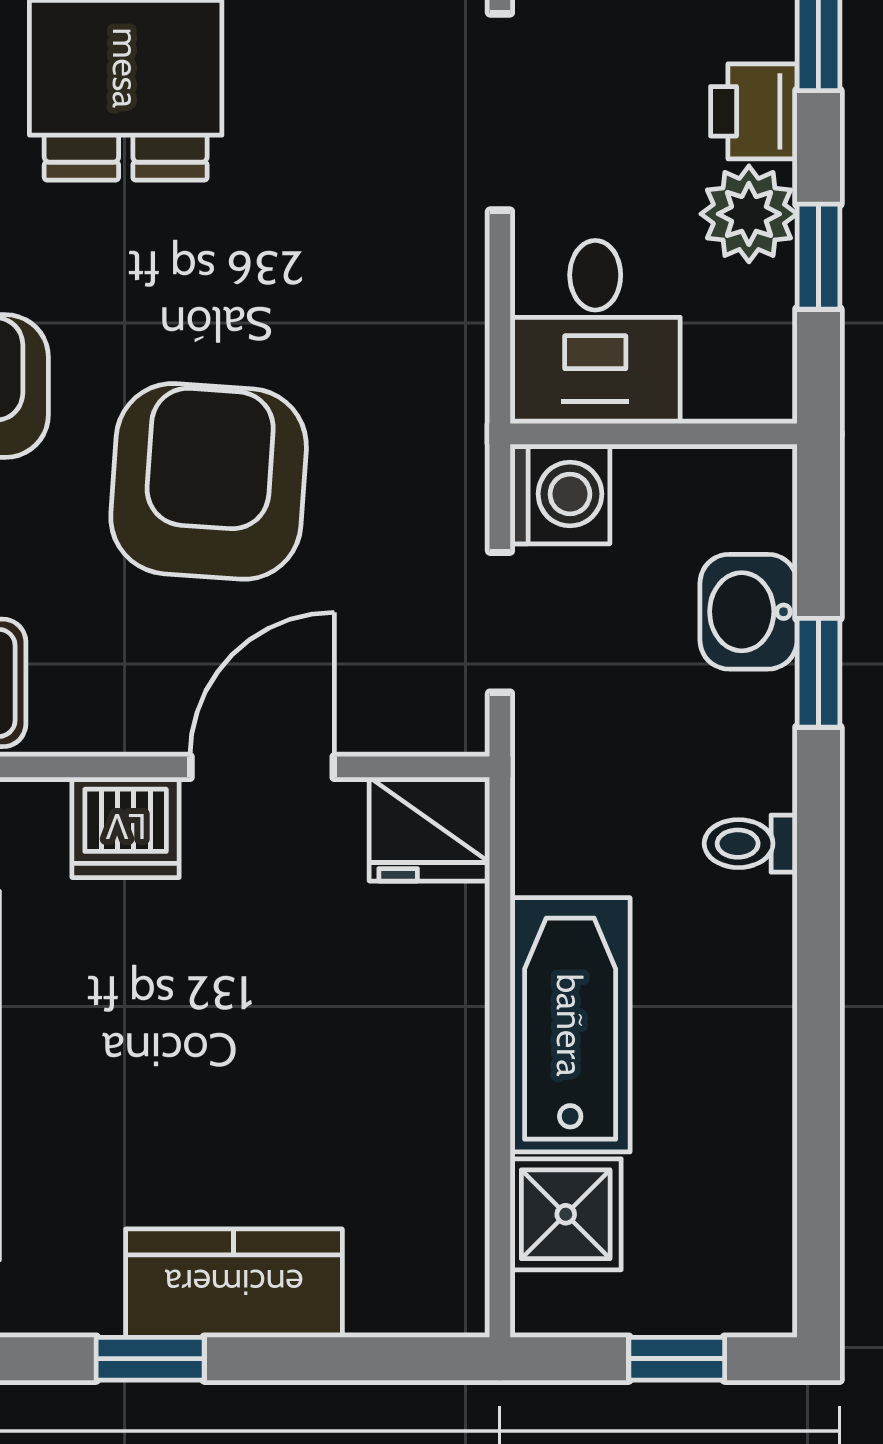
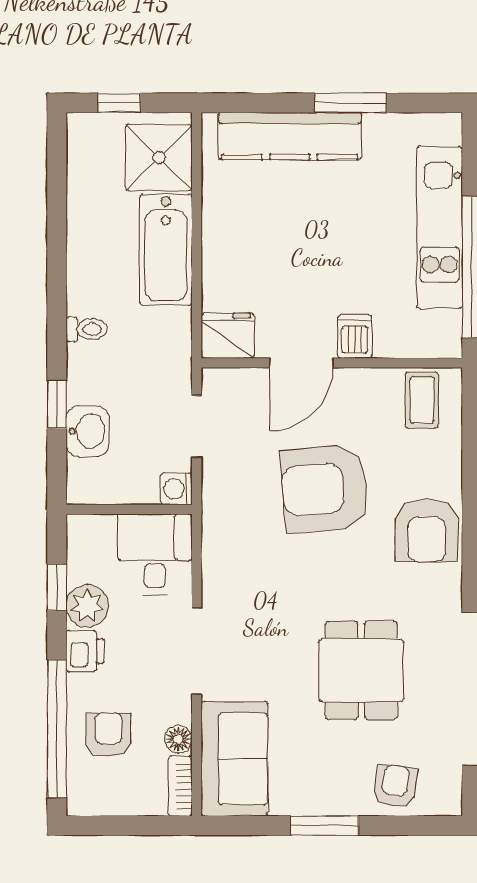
armchair: (209, 481) -> (325, 488), turned 81
washing machine: (560, 494) -> (176, 489), width x0.73, depth x0.73
dishwasher: (126, 827) -> (355, 336), width x0.73
shower: (566, 1214) -> (159, 157), width x1.36, depth x1.36
kitchen counter: (234, 1283) -> (290, 136), width x1.50
window: (150, 1359) -> (350, 103), width x1.50

